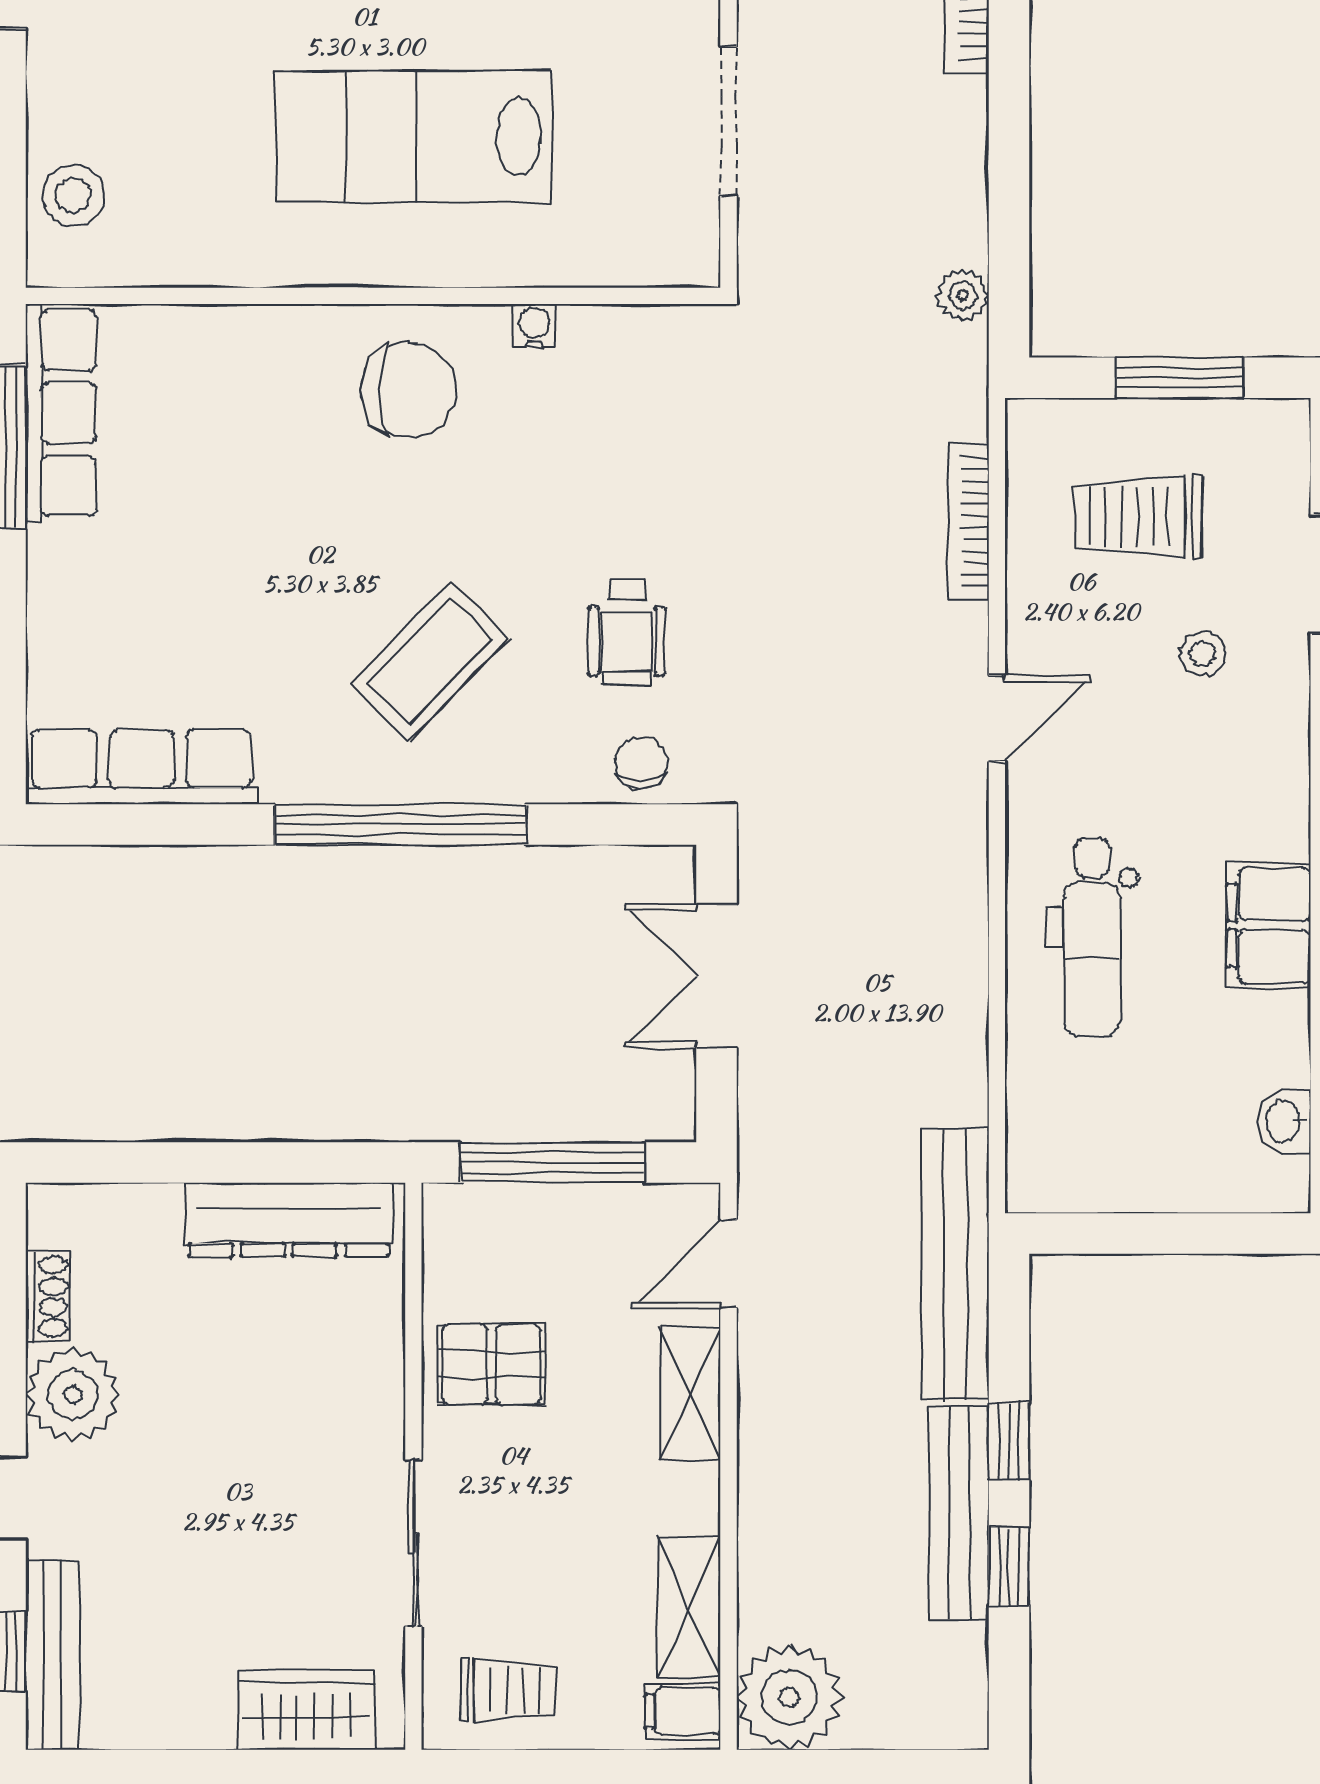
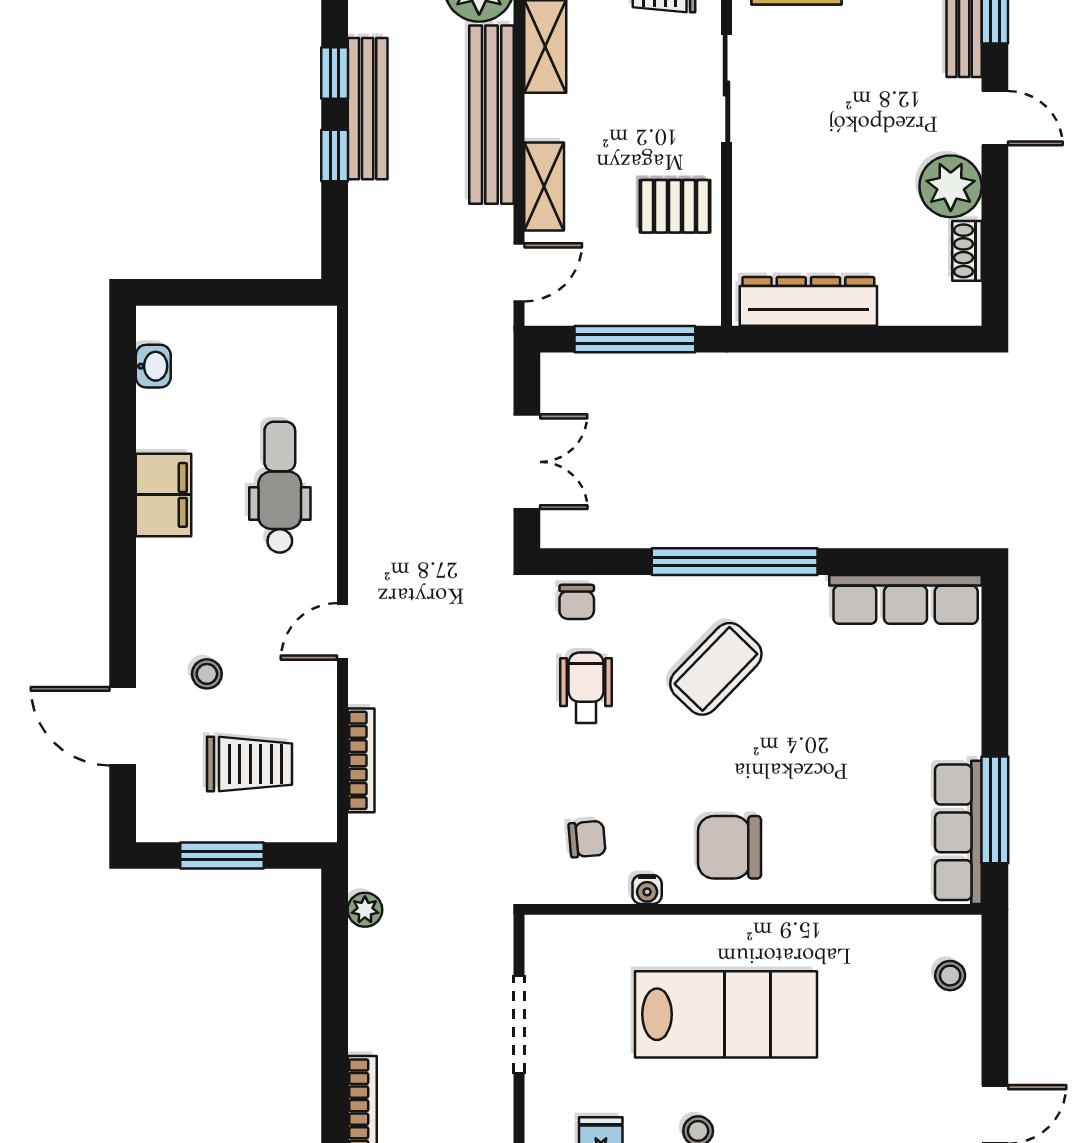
stool: (73, 195) -> (950, 976), width x0.73, depth x0.73
chair: (625, 403) -> (587, 839), added
bench: (955, 1264) -> (492, 115), moved

